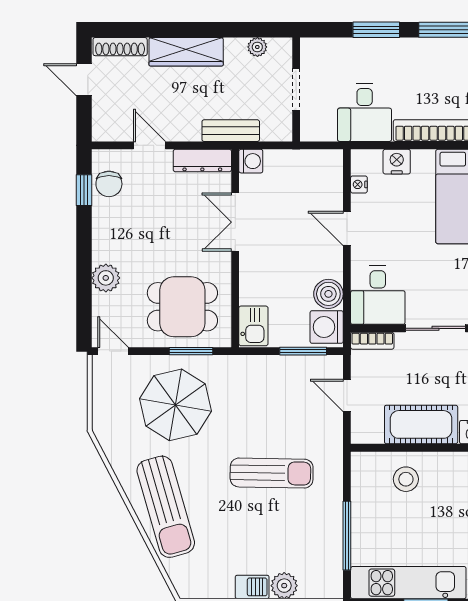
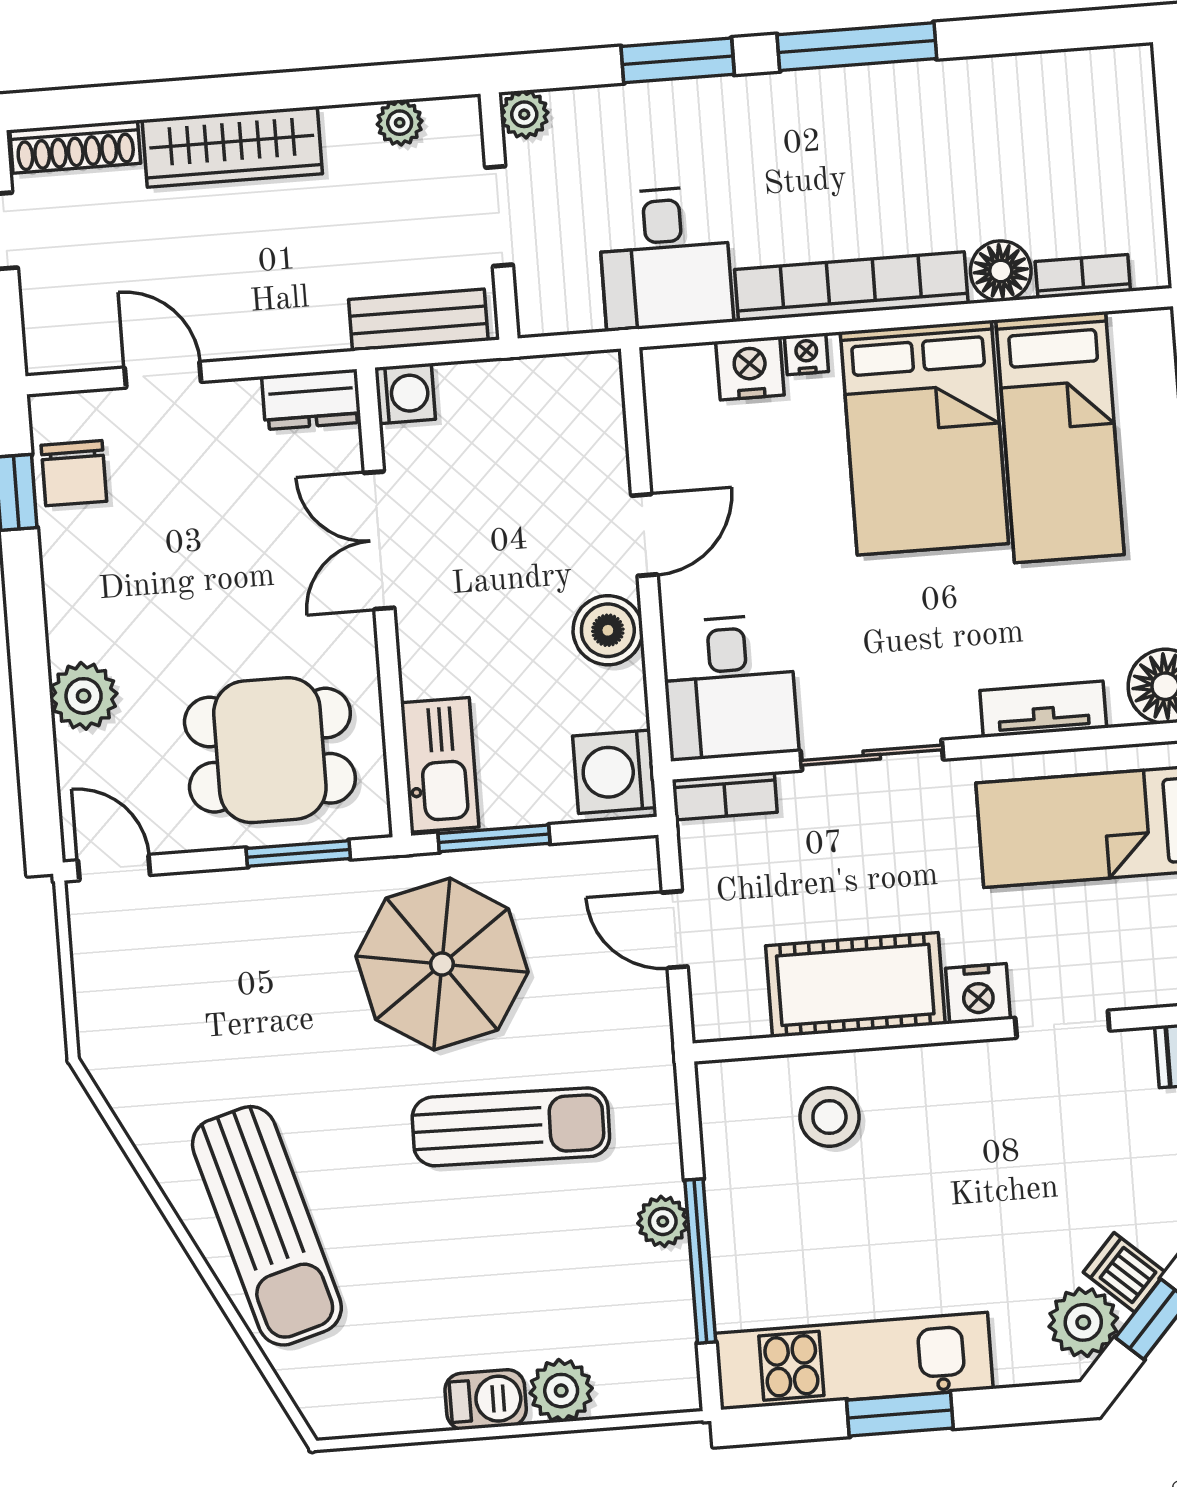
plant: (310, 48) -> (524, 114), added
bench: (231, 131) -> (418, 320), moved
dresser: (202, 161) -> (311, 399), width x0.70
nightstand: (359, 184) -> (806, 354), moved, turned 90
door: (347, 228) -> (644, 535), swing flipped
boiler: (328, 294) -> (608, 630), moved
kitchen sink: (253, 326) -> (440, 765), width x1.38
window: (303, 351) -> (494, 838), moved
parasol: (175, 405) -> (442, 964), moved
plant: (332, 518) -> (663, 1221), added

